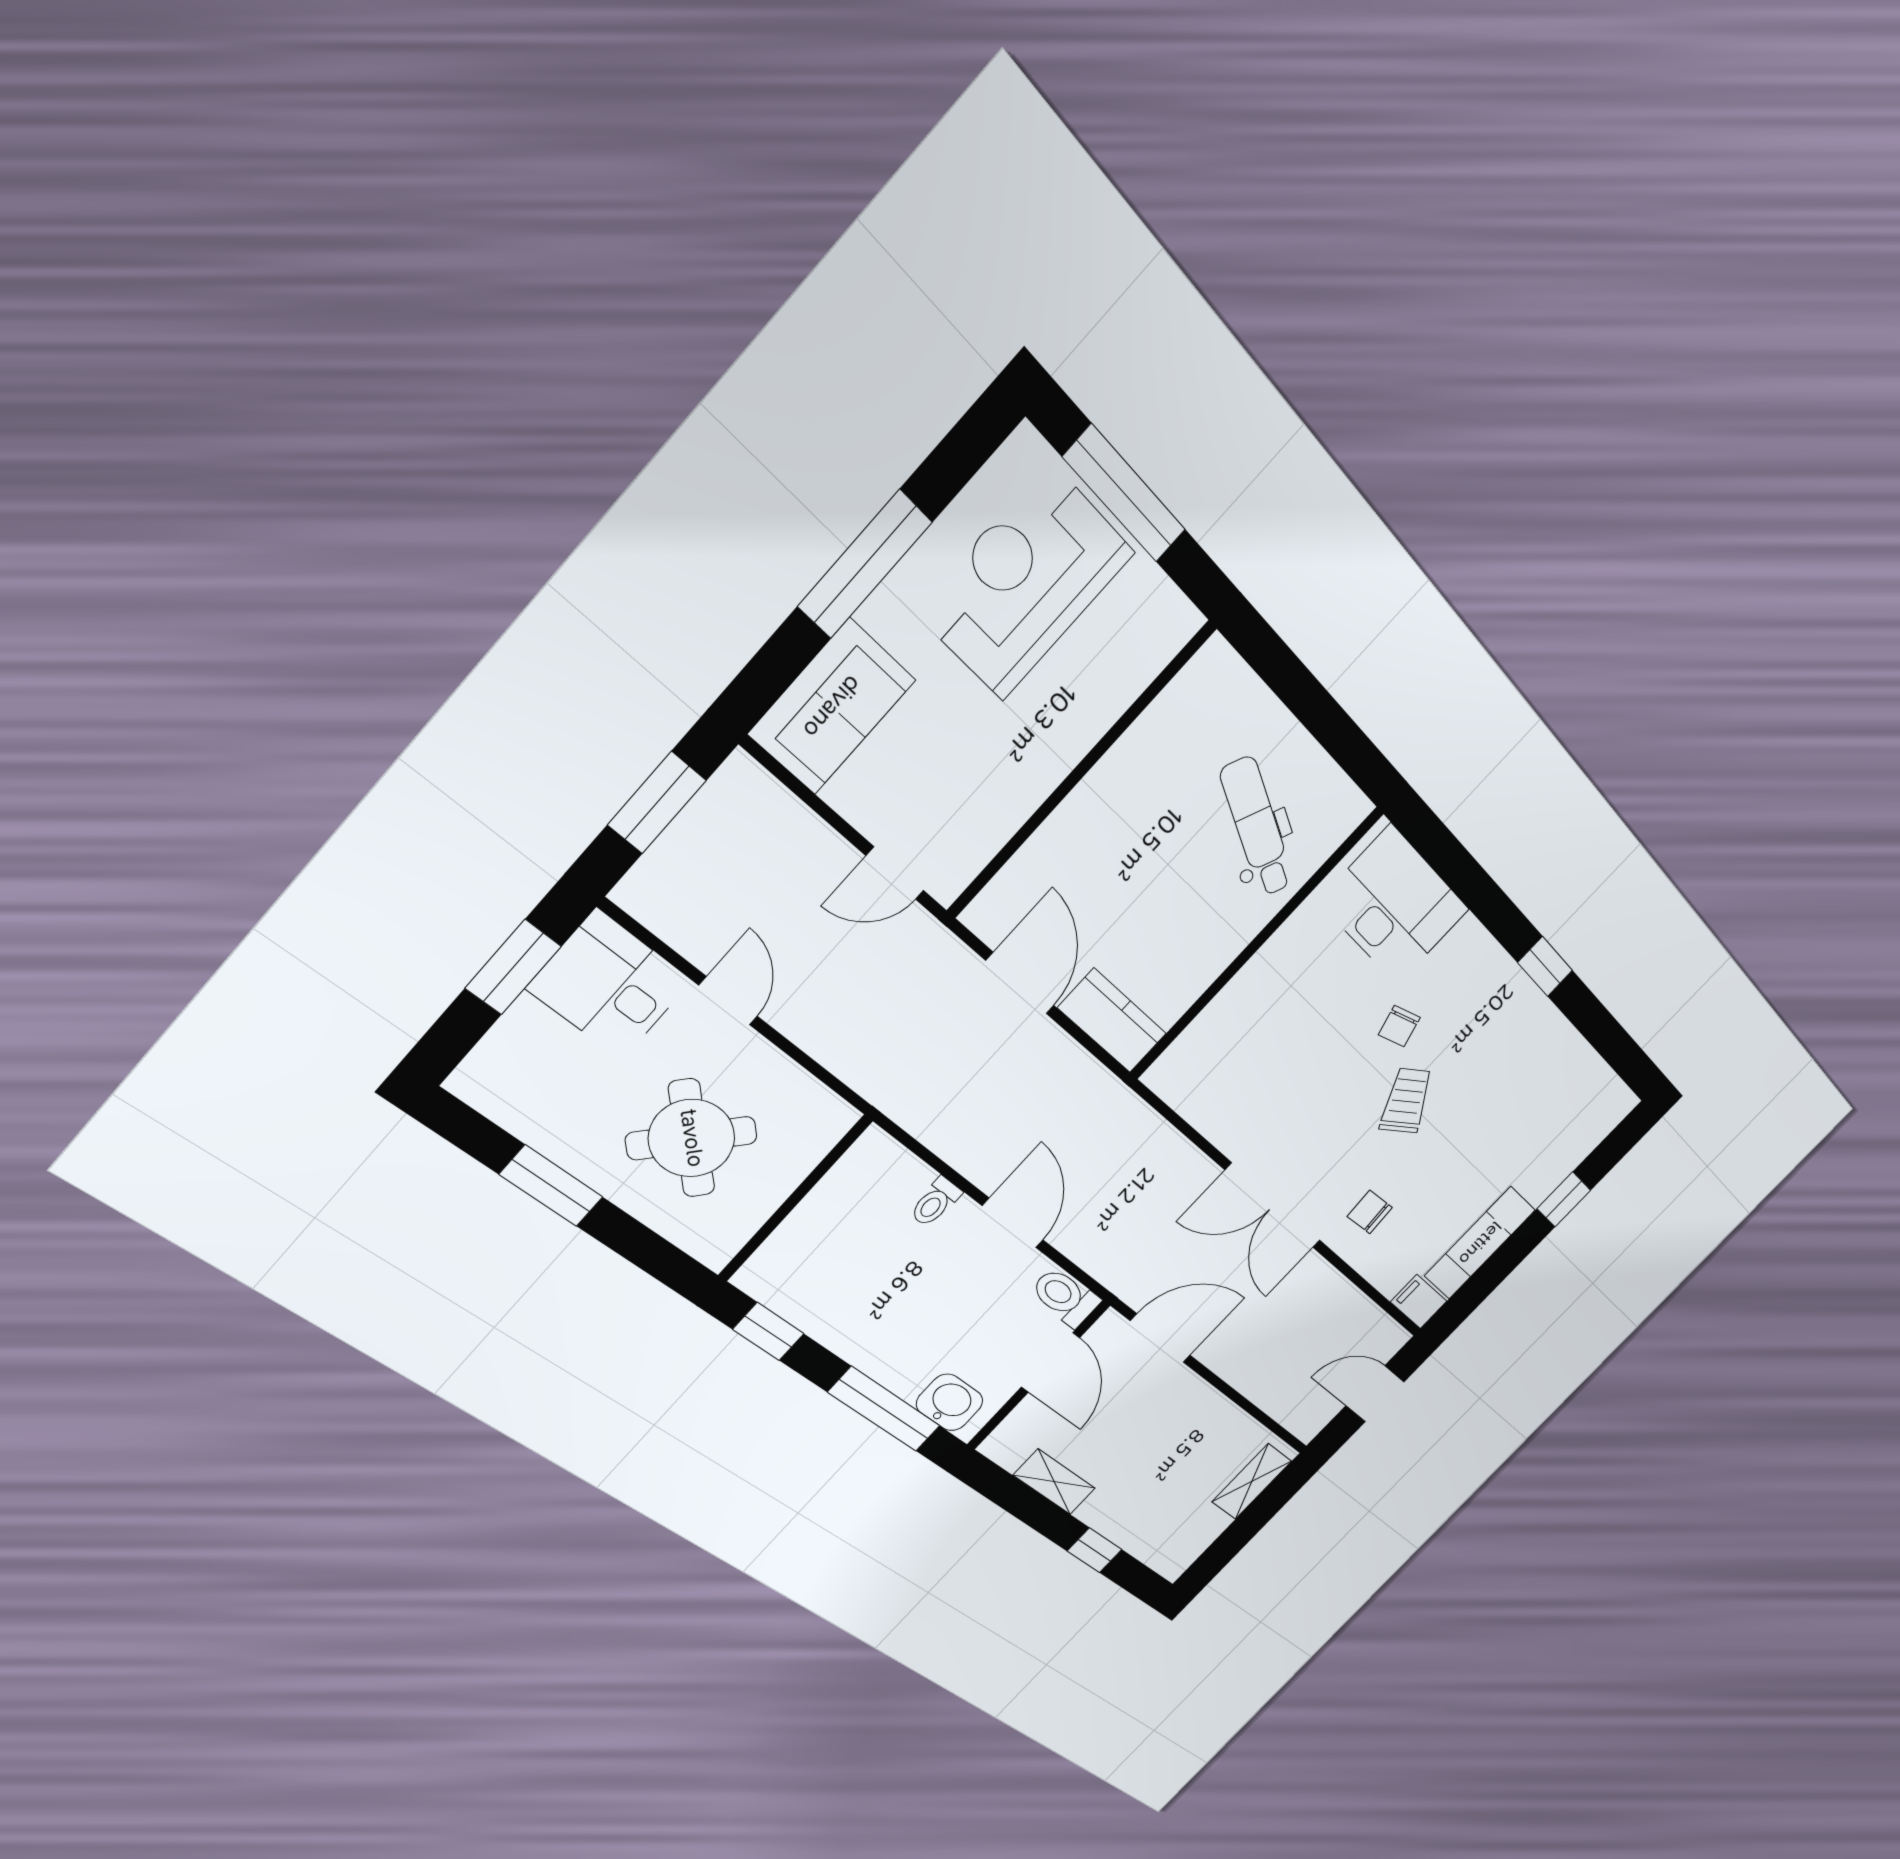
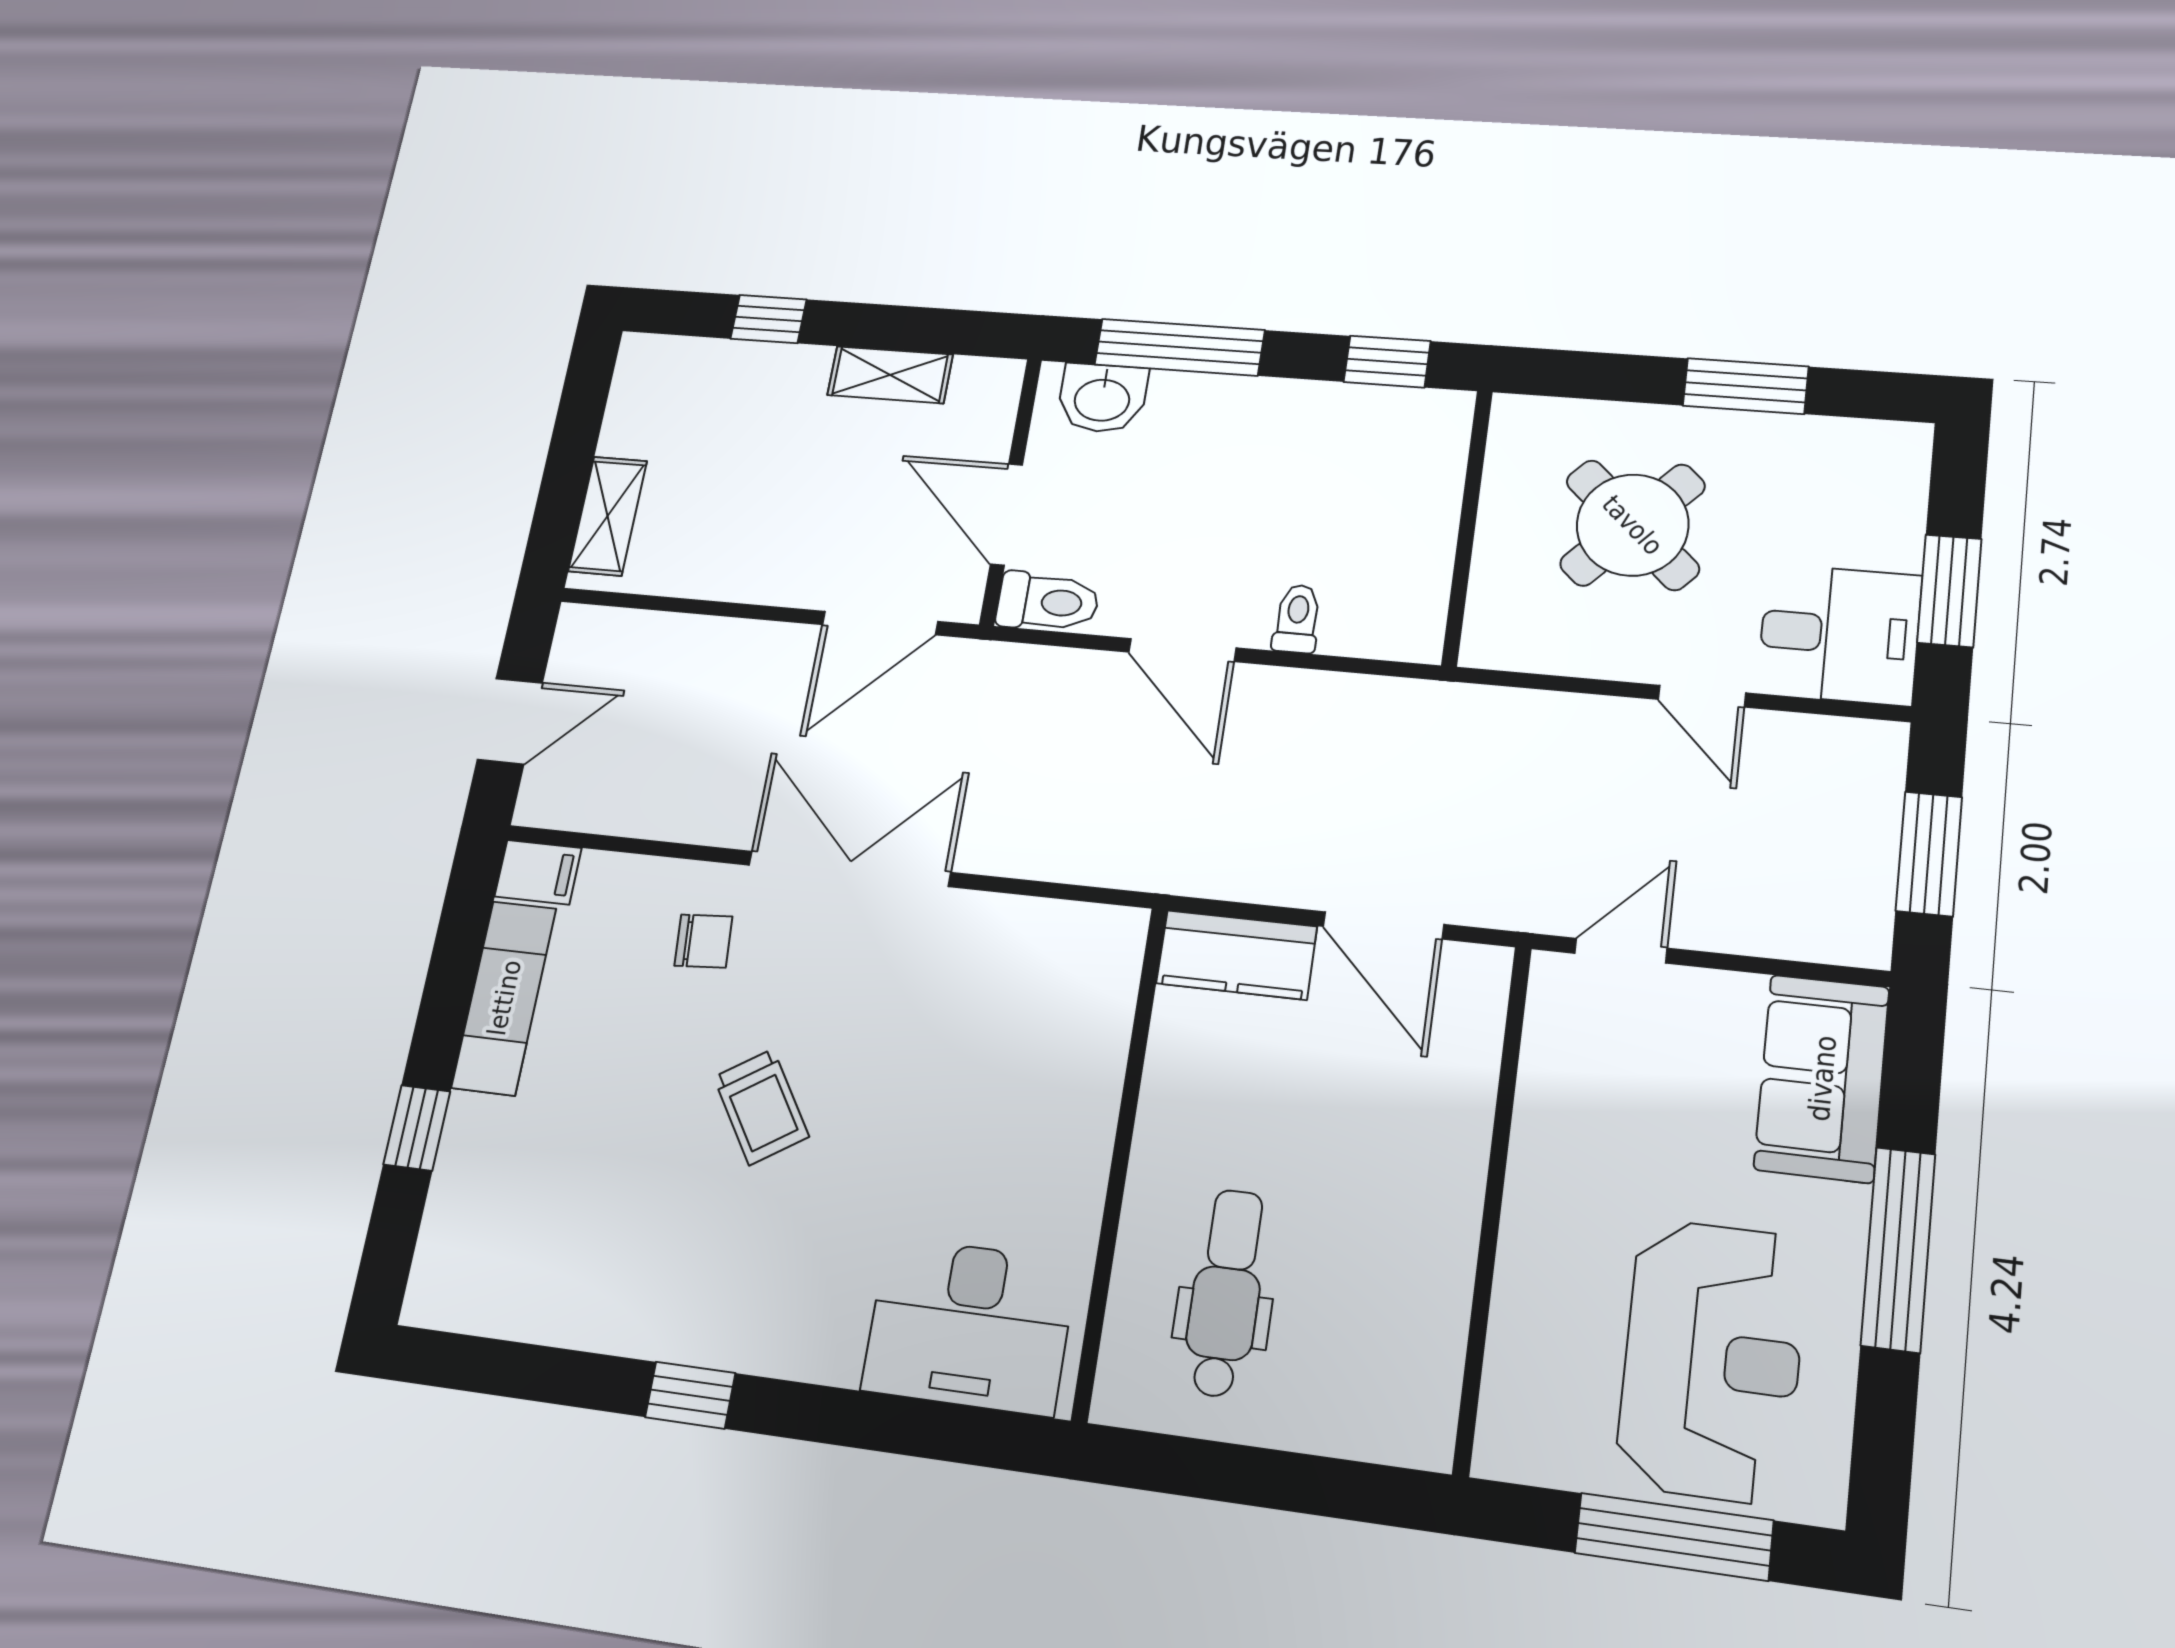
dental chair: (1257, 827) -> (1226, 1293), turned -114
chair: (1399, 1026) -> (845, 1189), removed

